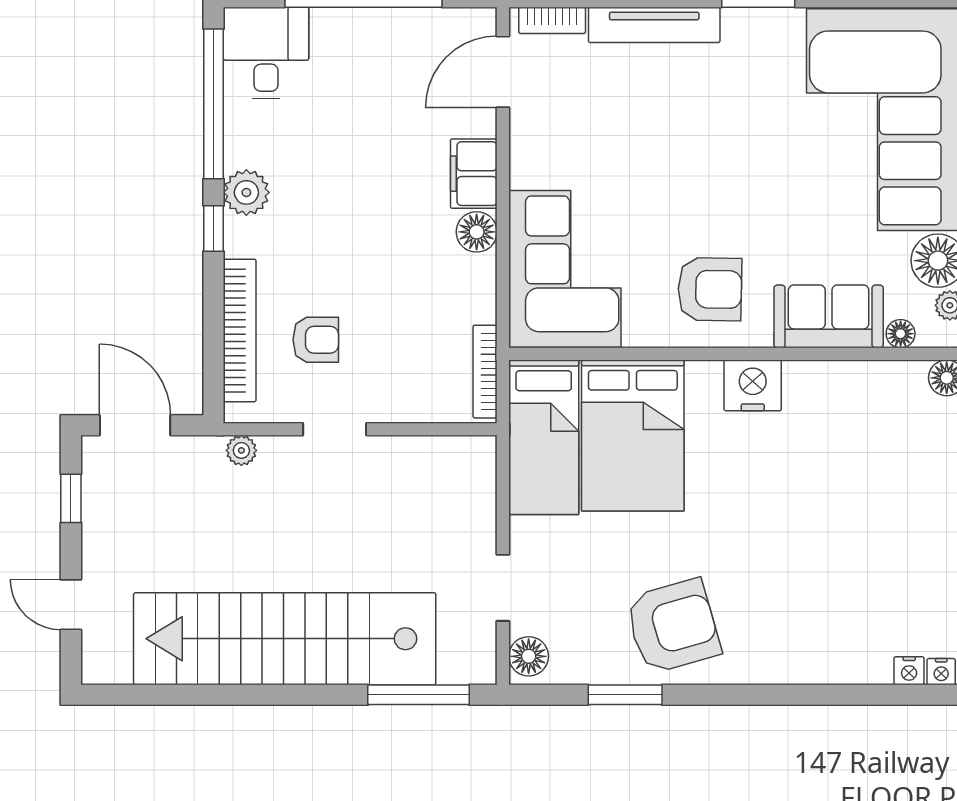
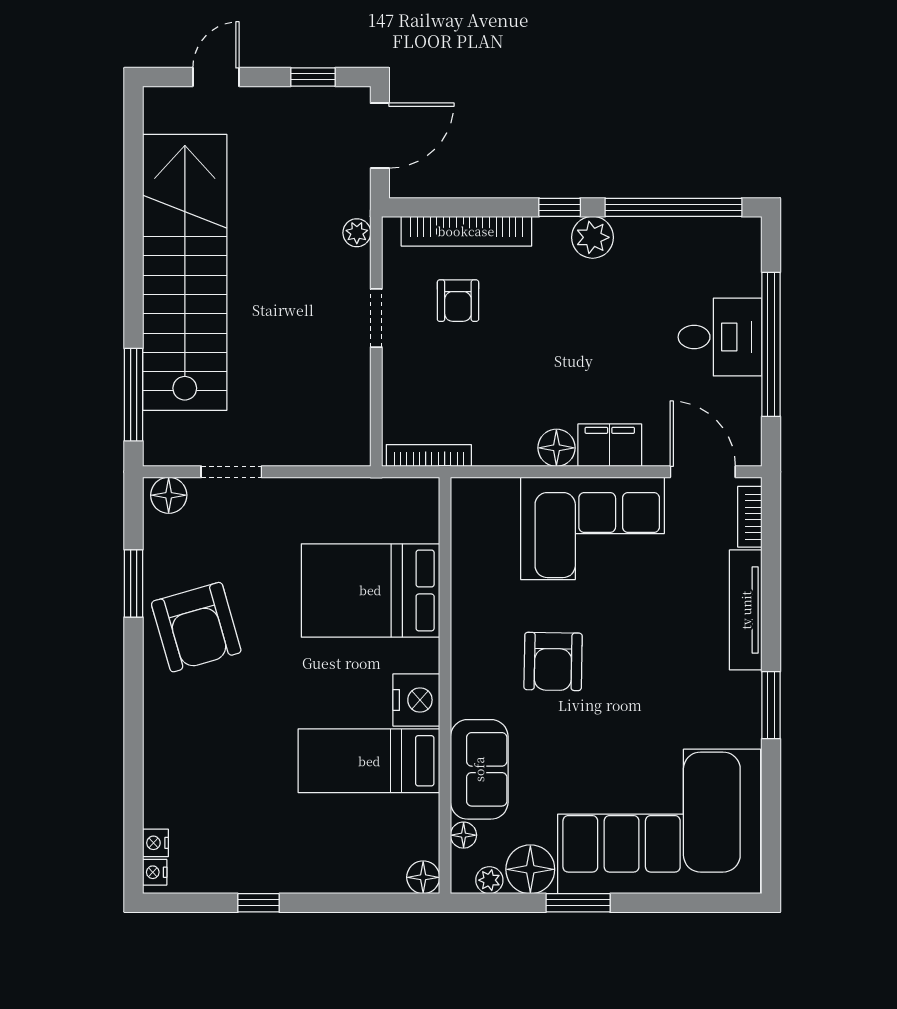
desk: (266, 53) -> (720, 337), moved
corner sofa: (565, 269) -> (593, 528), moved
armchair: (710, 289) -> (553, 661), moved
bed: (544, 437) -> (369, 761), moved

